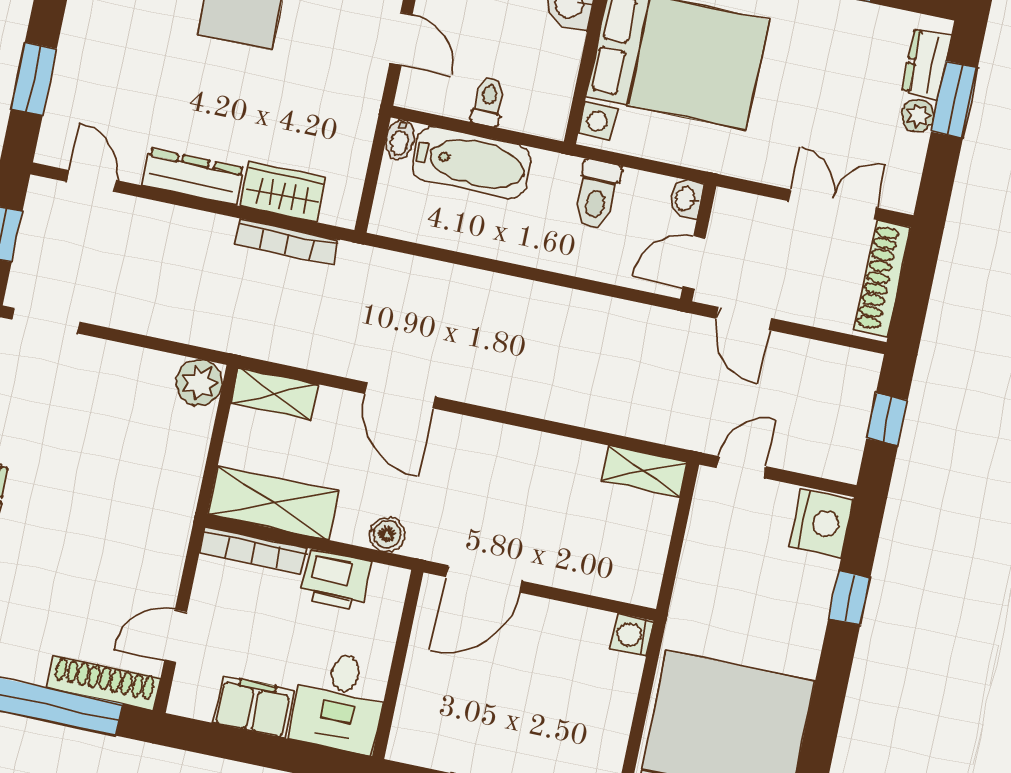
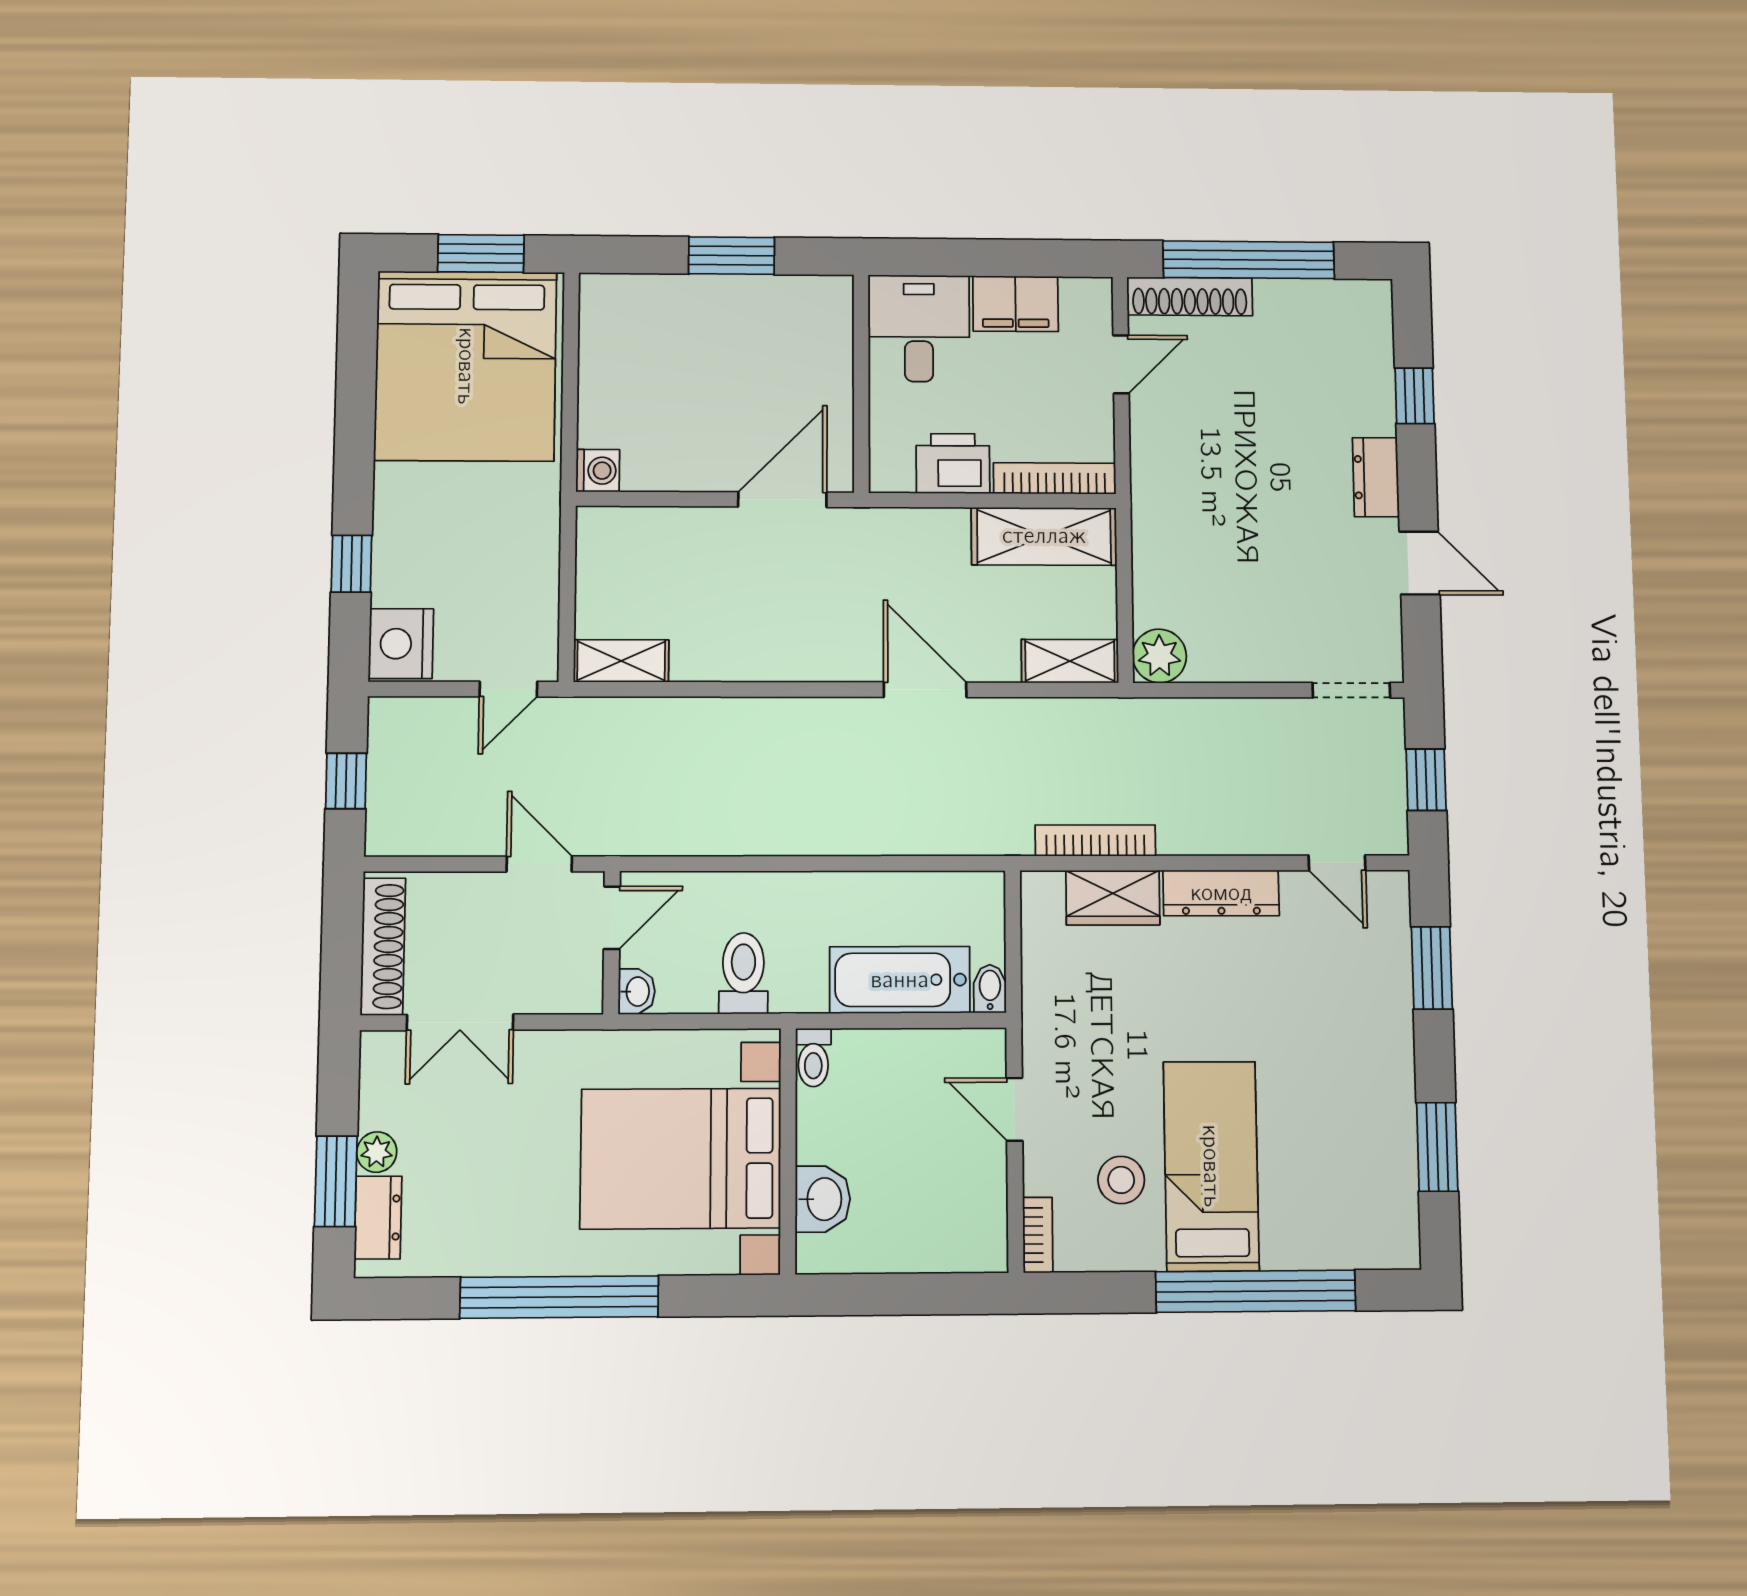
toilet: (488, 101) -> (813, 1058), moved
boiler: (387, 534) -> (905, 528), removed

